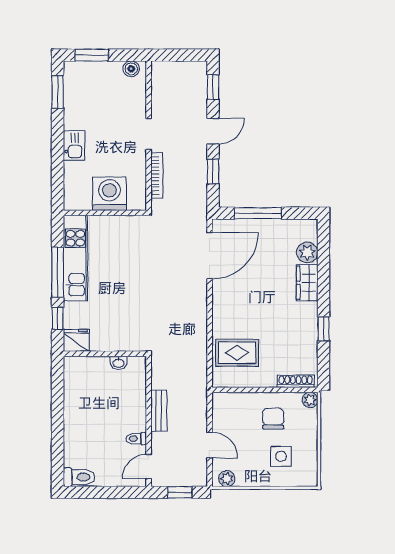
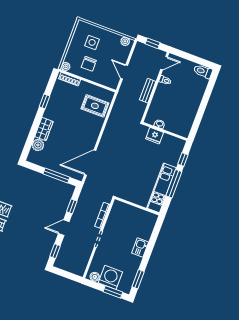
washing machine: (109, 194) -> (110, 277), moved, turned 180
fridge: (76, 340) -> (155, 136), moved
door: (210, 445) -> (124, 72), moved

